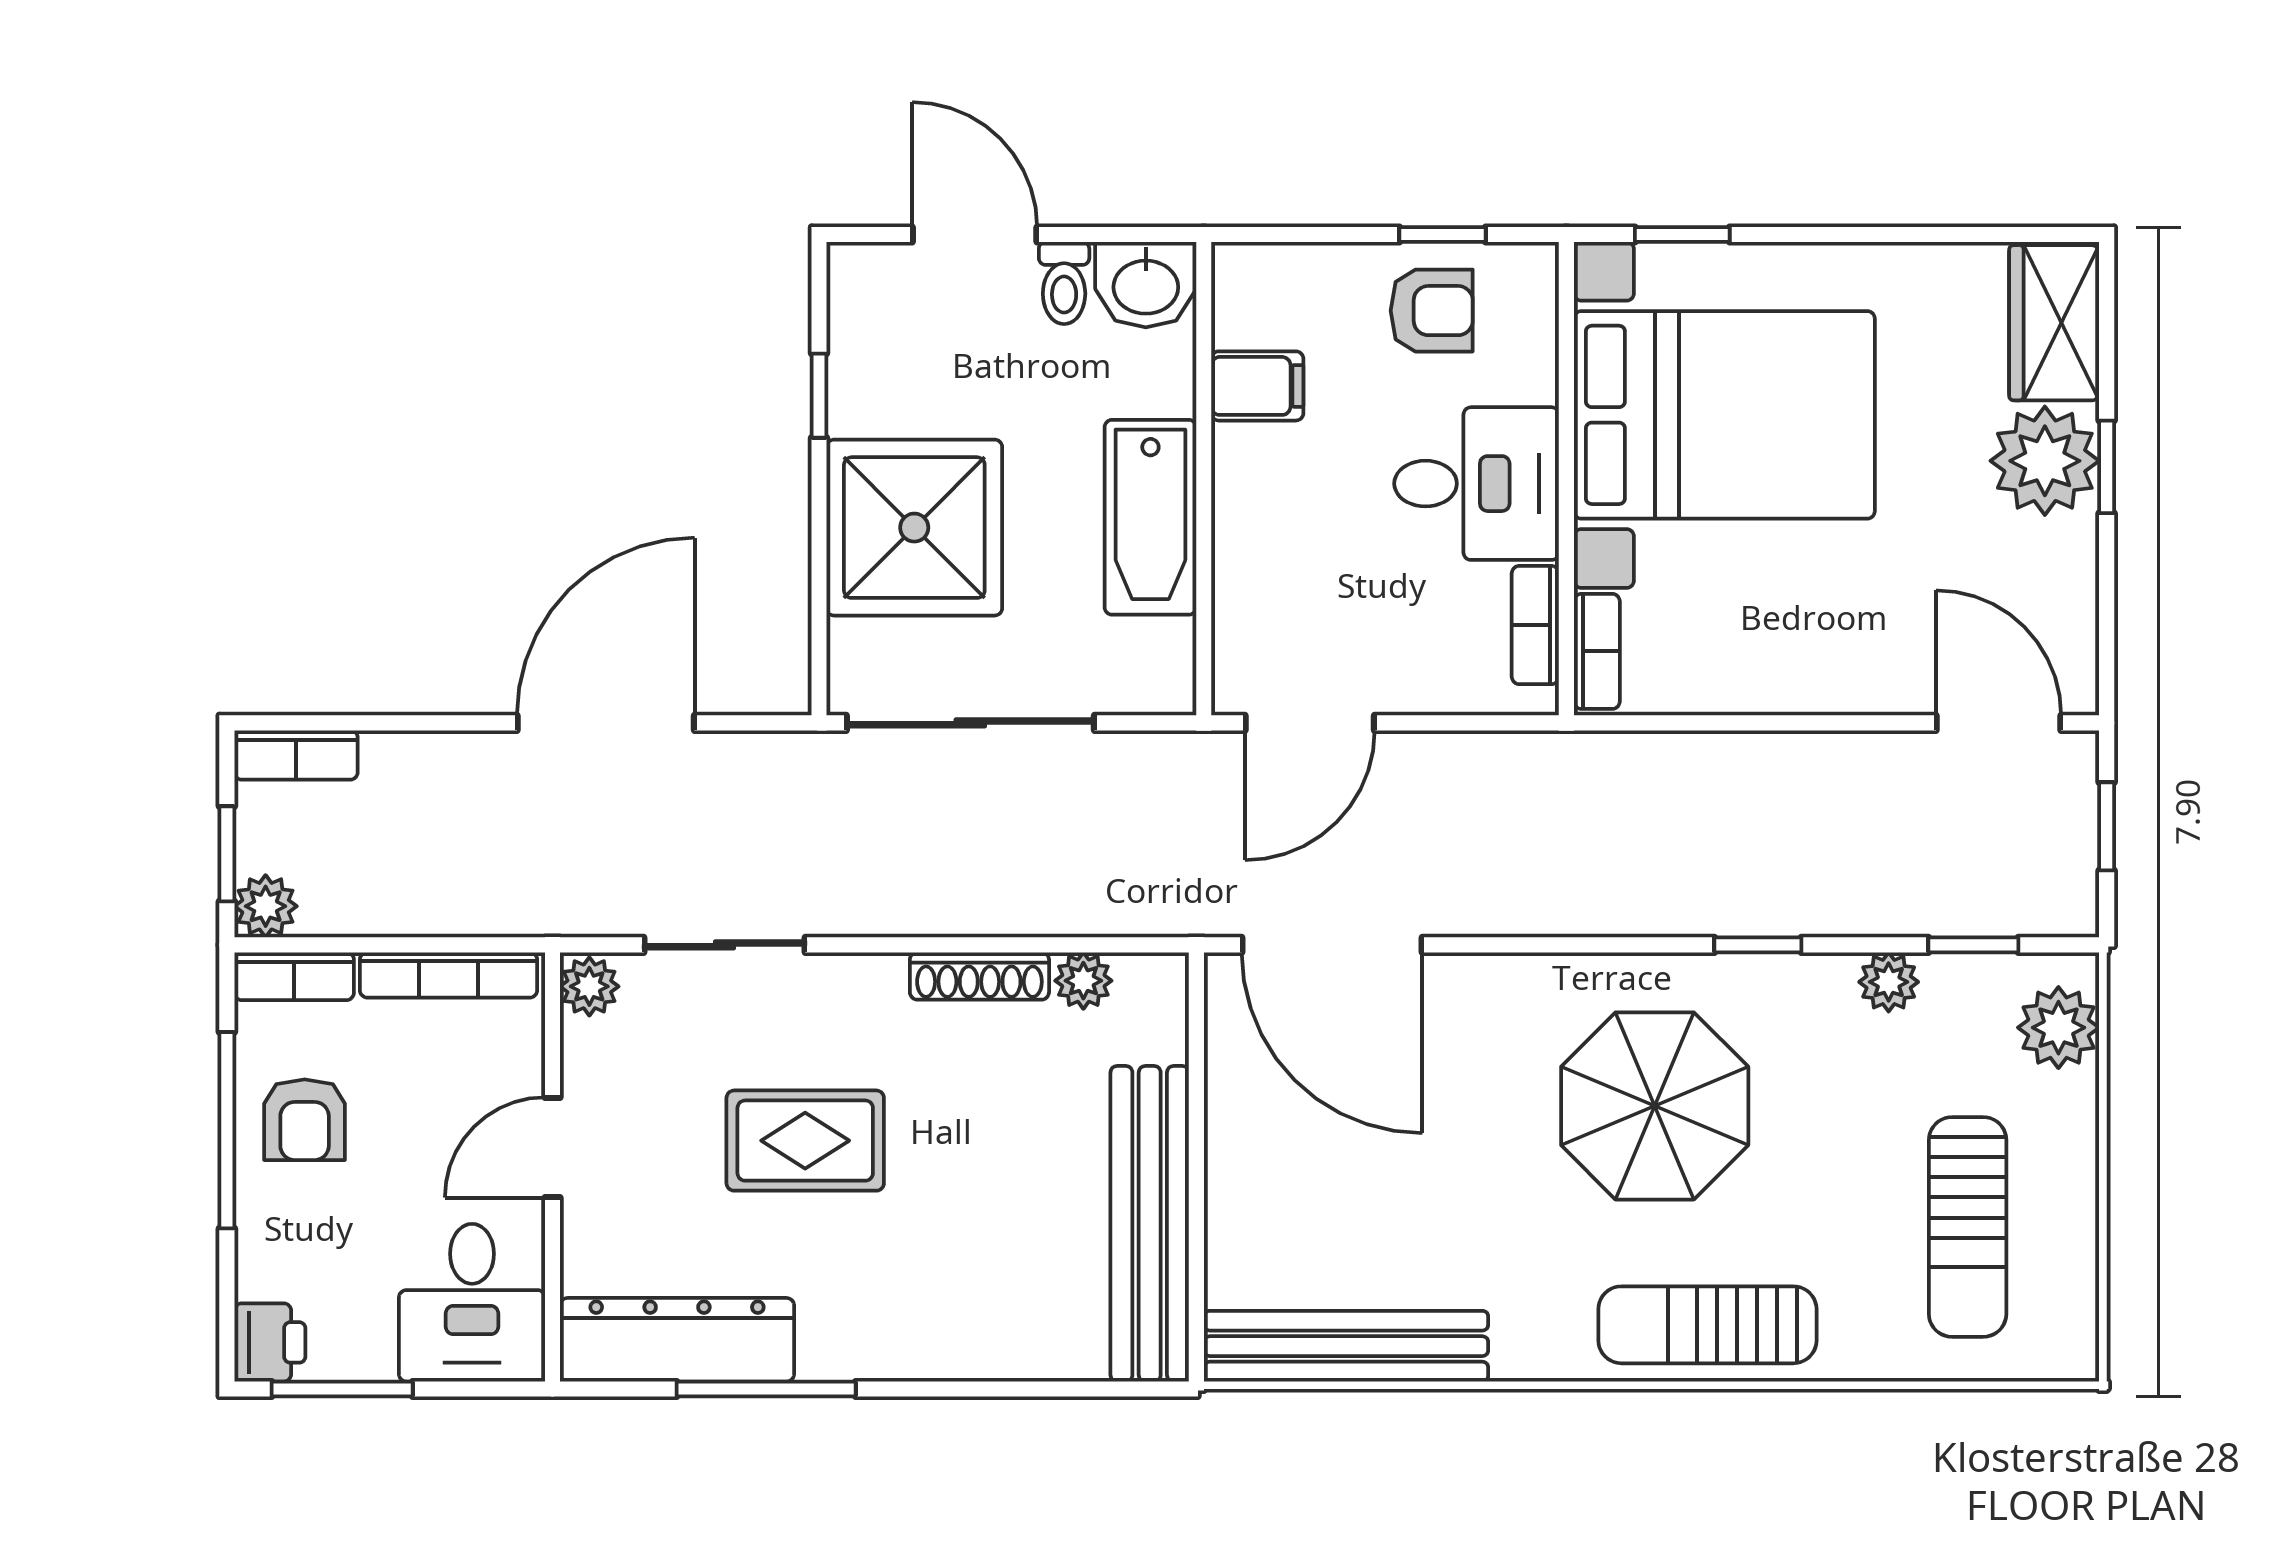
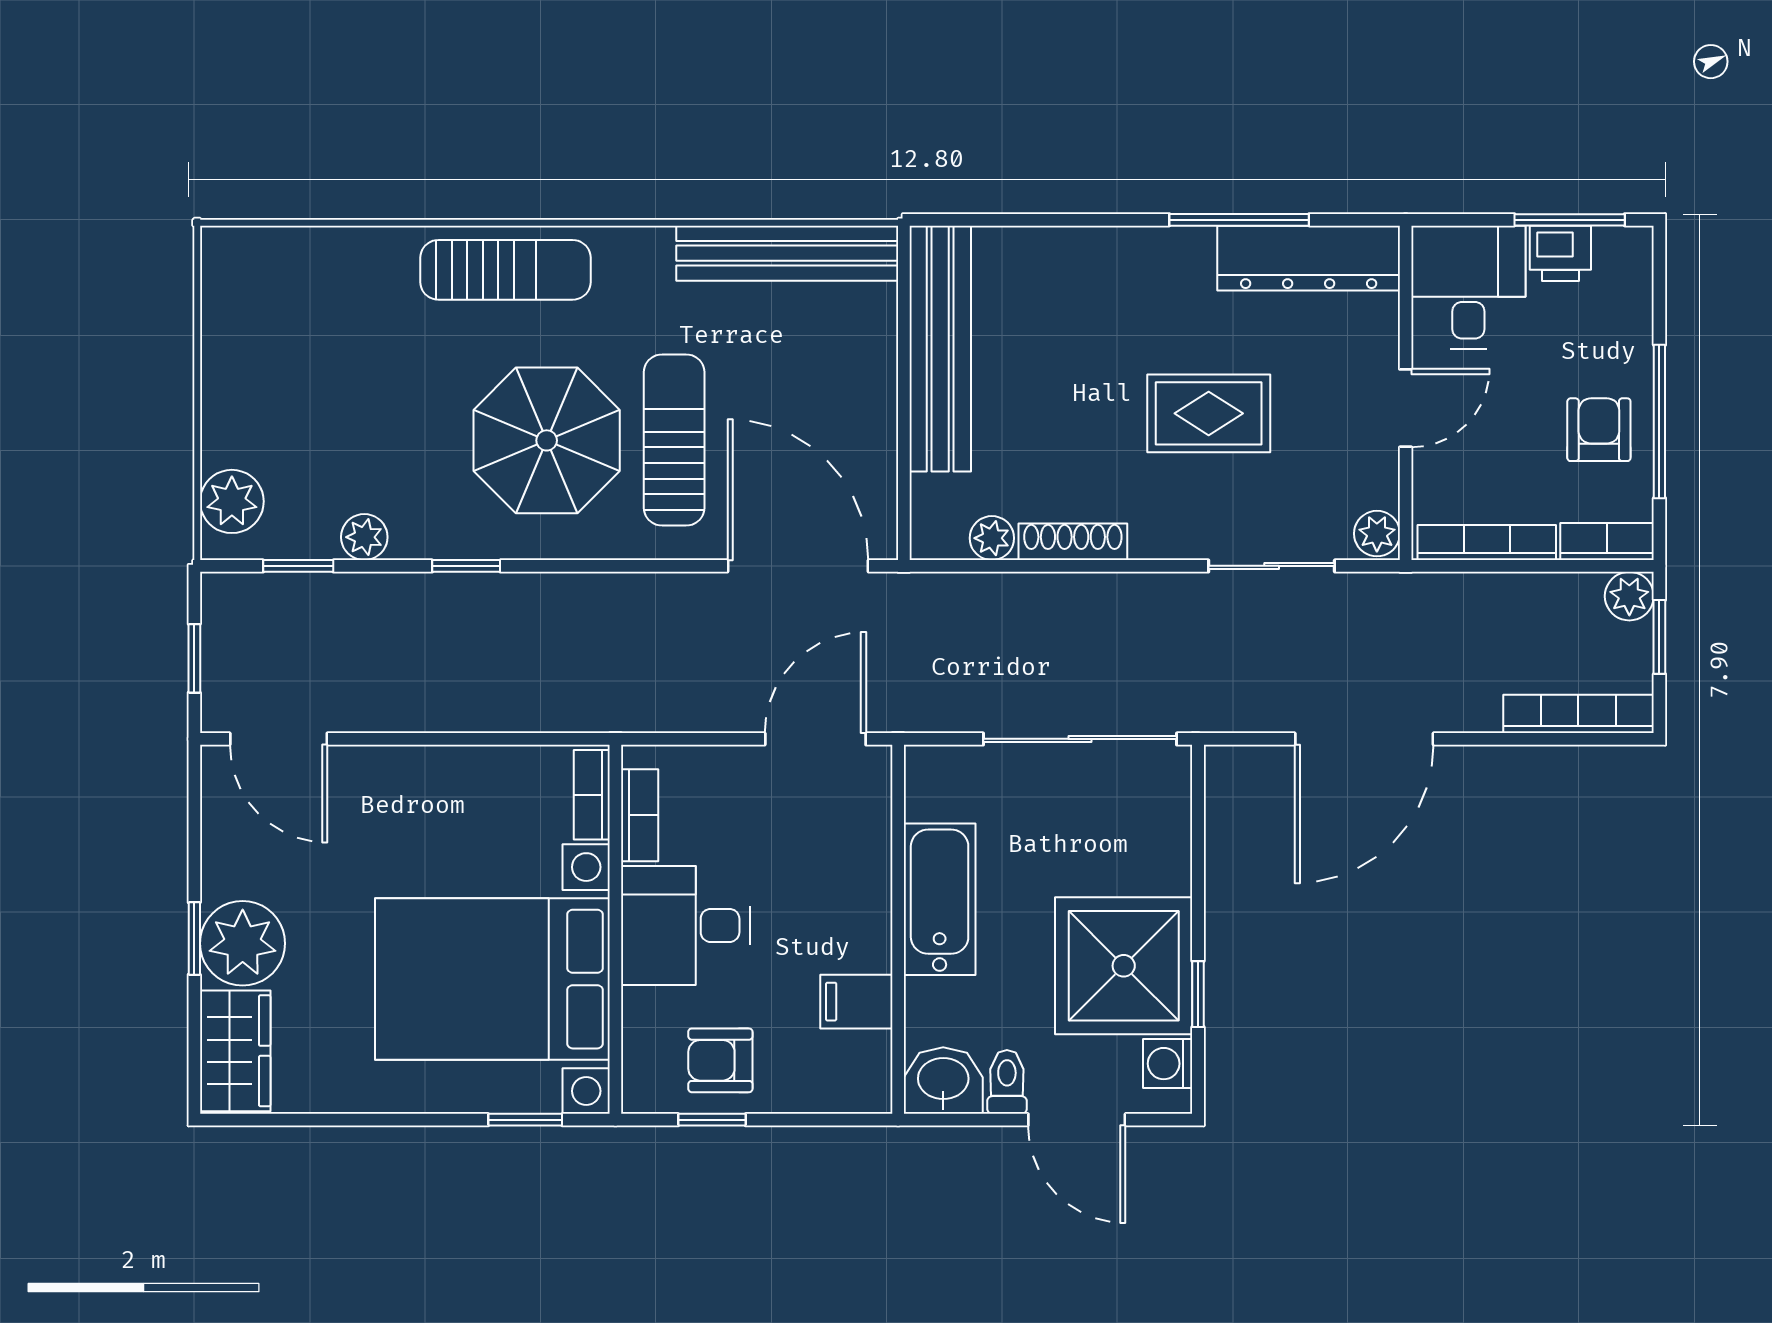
washing machine: (858, 306) -> (1168, 1064), added
shower: (914, 528) -> (1124, 966), moved
bookcase: (296, 755) -> (1578, 714), width x1.56
sun lounger: (1968, 1227) -> (674, 440), moved
printer: (270, 1342) -> (1560, 253), moved, turned -90

